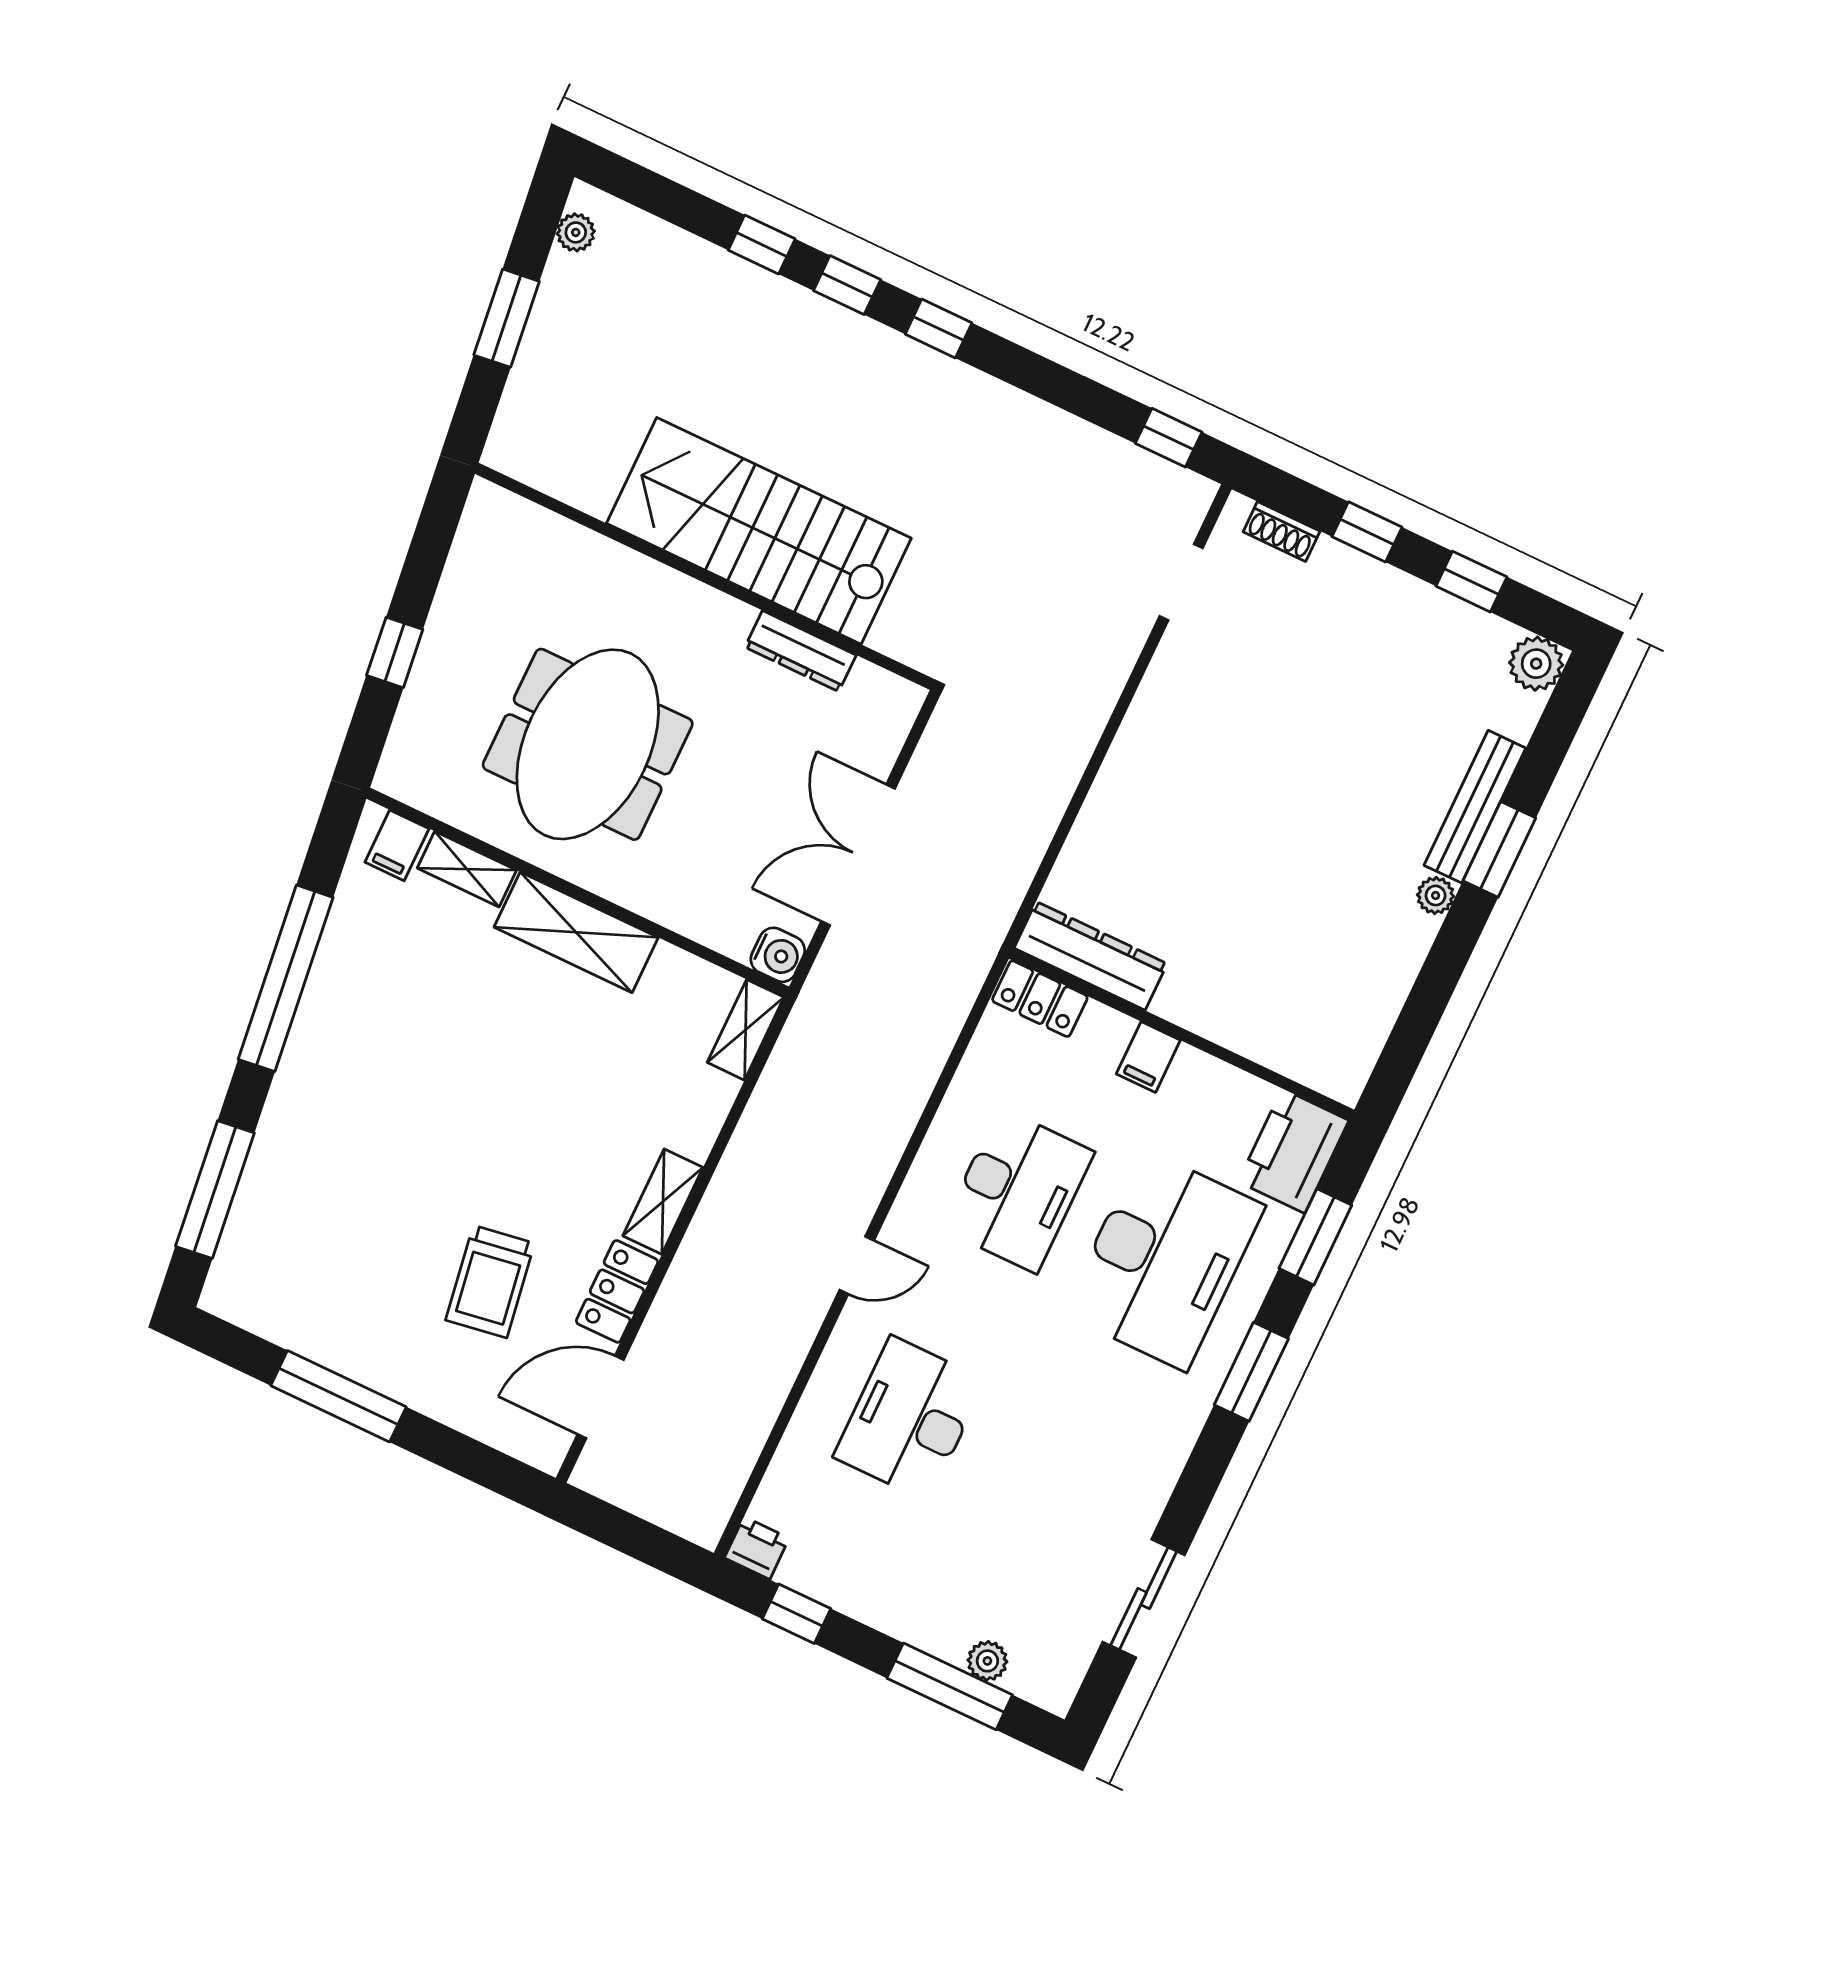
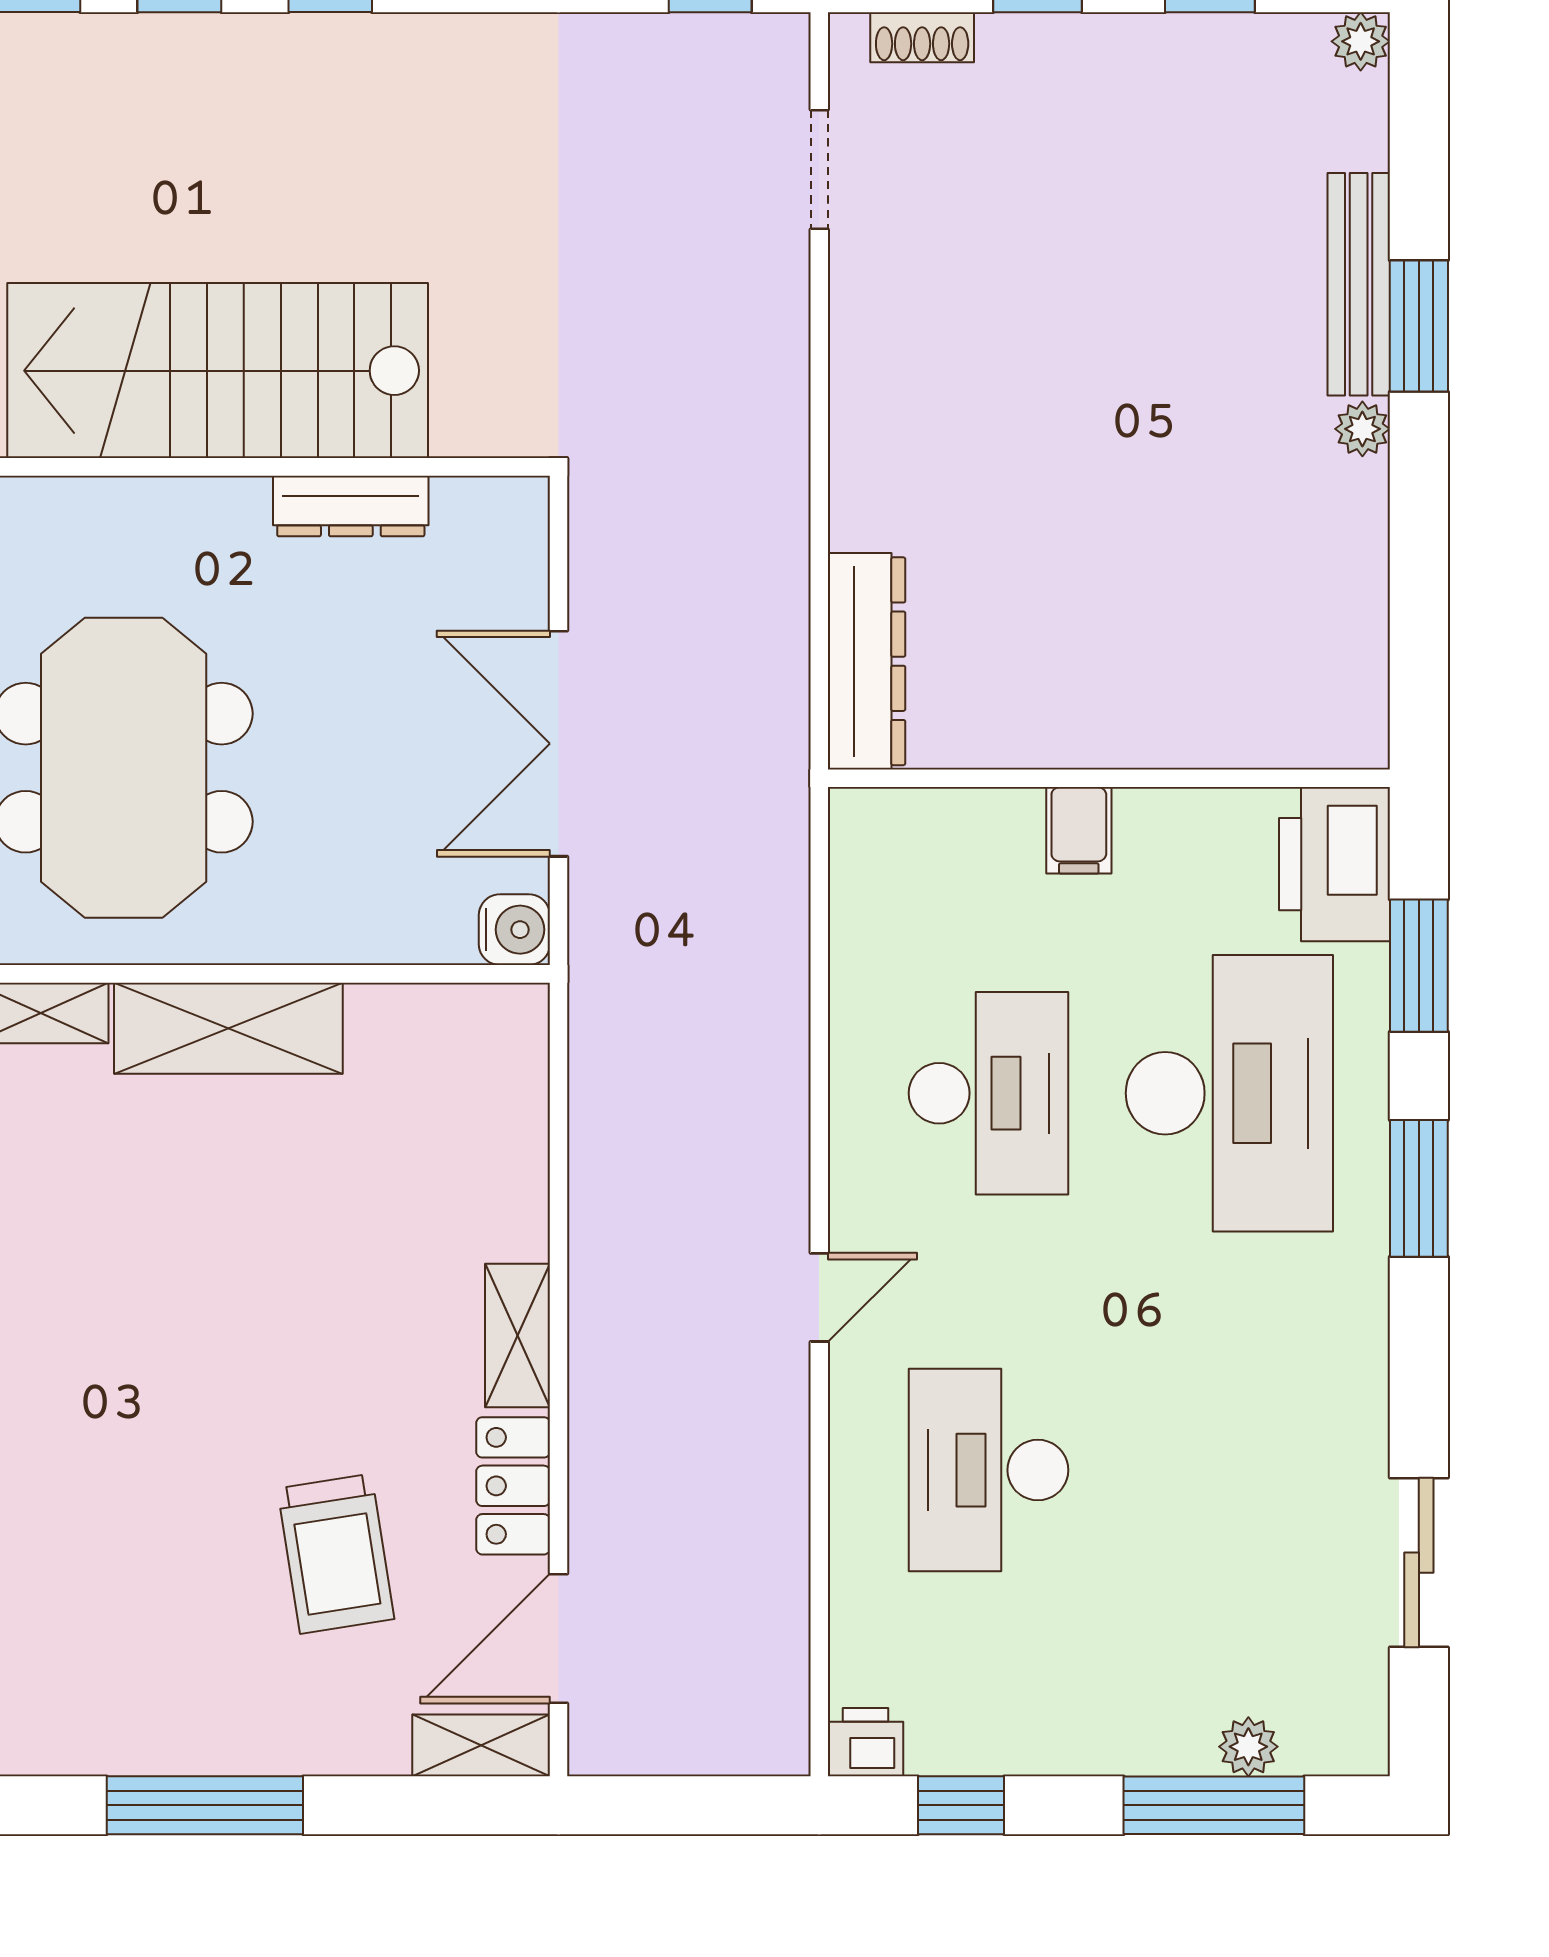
plant: (1536, 664) -> (1361, 41), width x0.73, depth x0.73
dresser: (1091, 956) -> (867, 661), moved, turned 90
locker: (1040, 999) -> (895, 821), removed
shelving: (746, 1030) -> (481, 1745), moved, turned 90

